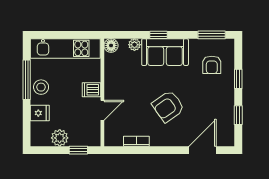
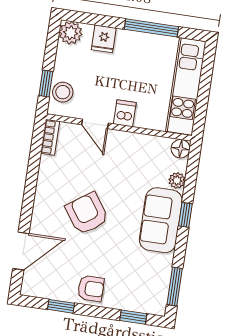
armchair: (212, 65) -> (91, 289), moved, turned 180
window: (238, 79) -> (133, 317), moved
stool: (41, 87) -> (63, 92), moved
plant: (60, 138) -> (71, 33), moved
bookcase: (136, 141) -> (50, 137), moved
door: (202, 150) -> (21, 251), hinge flipped

